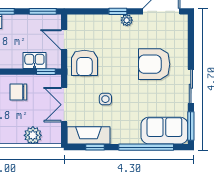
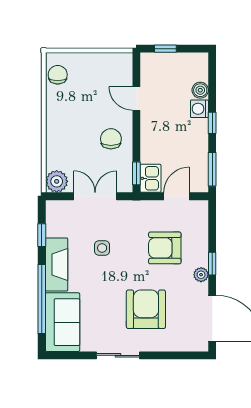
kitchen sink: (34, 60) -> (150, 178), moved
armchair: (84, 63) -> (165, 248), moved
window: (191, 126) -> (68, 355), removed
plant: (33, 135) -> (57, 181), moved
fireplace: (88, 135) -> (57, 264), moved

